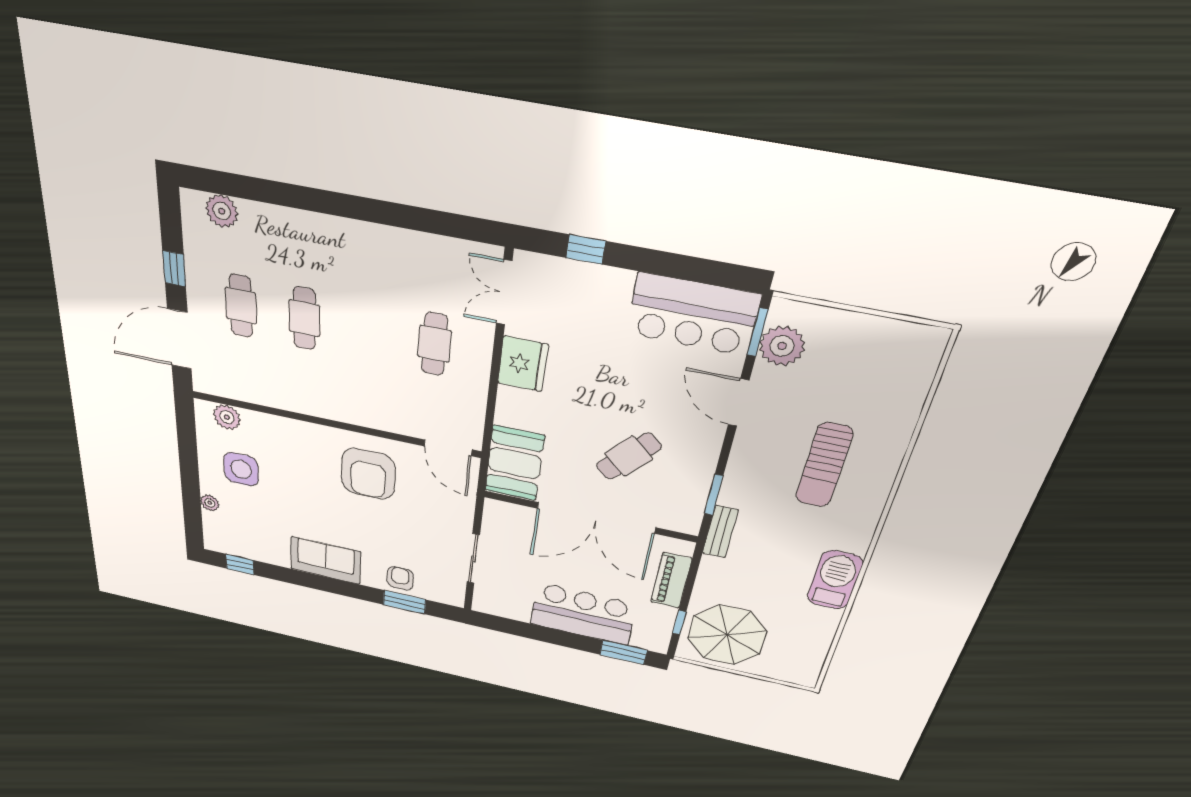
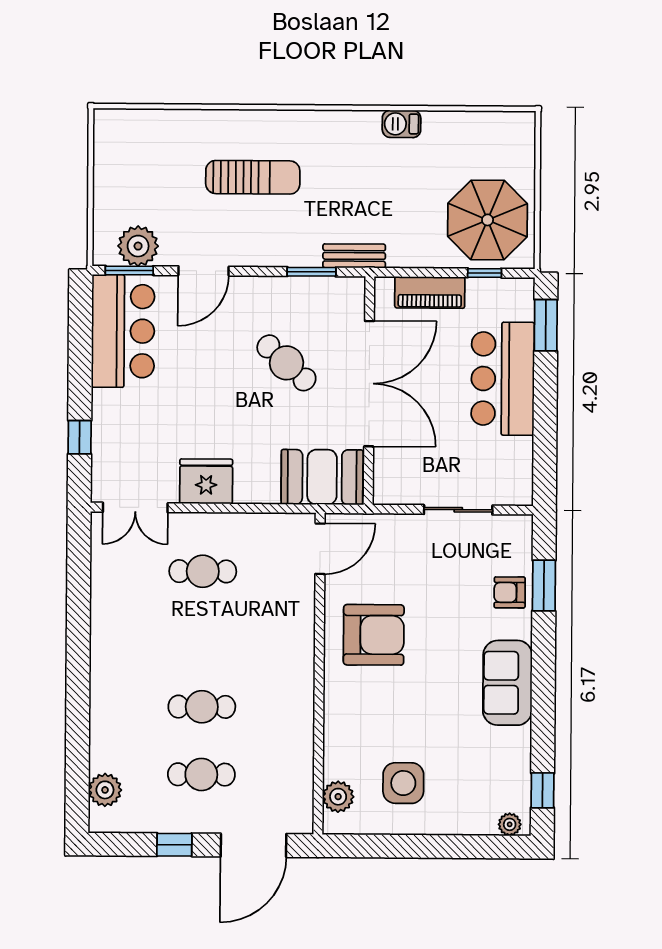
door: (179, 339) -> (253, 845), hinge flipped
plant: (210, 503) -> (510, 824), moved
barbecue: (835, 580) -> (402, 124), width x0.53, depth x0.65

